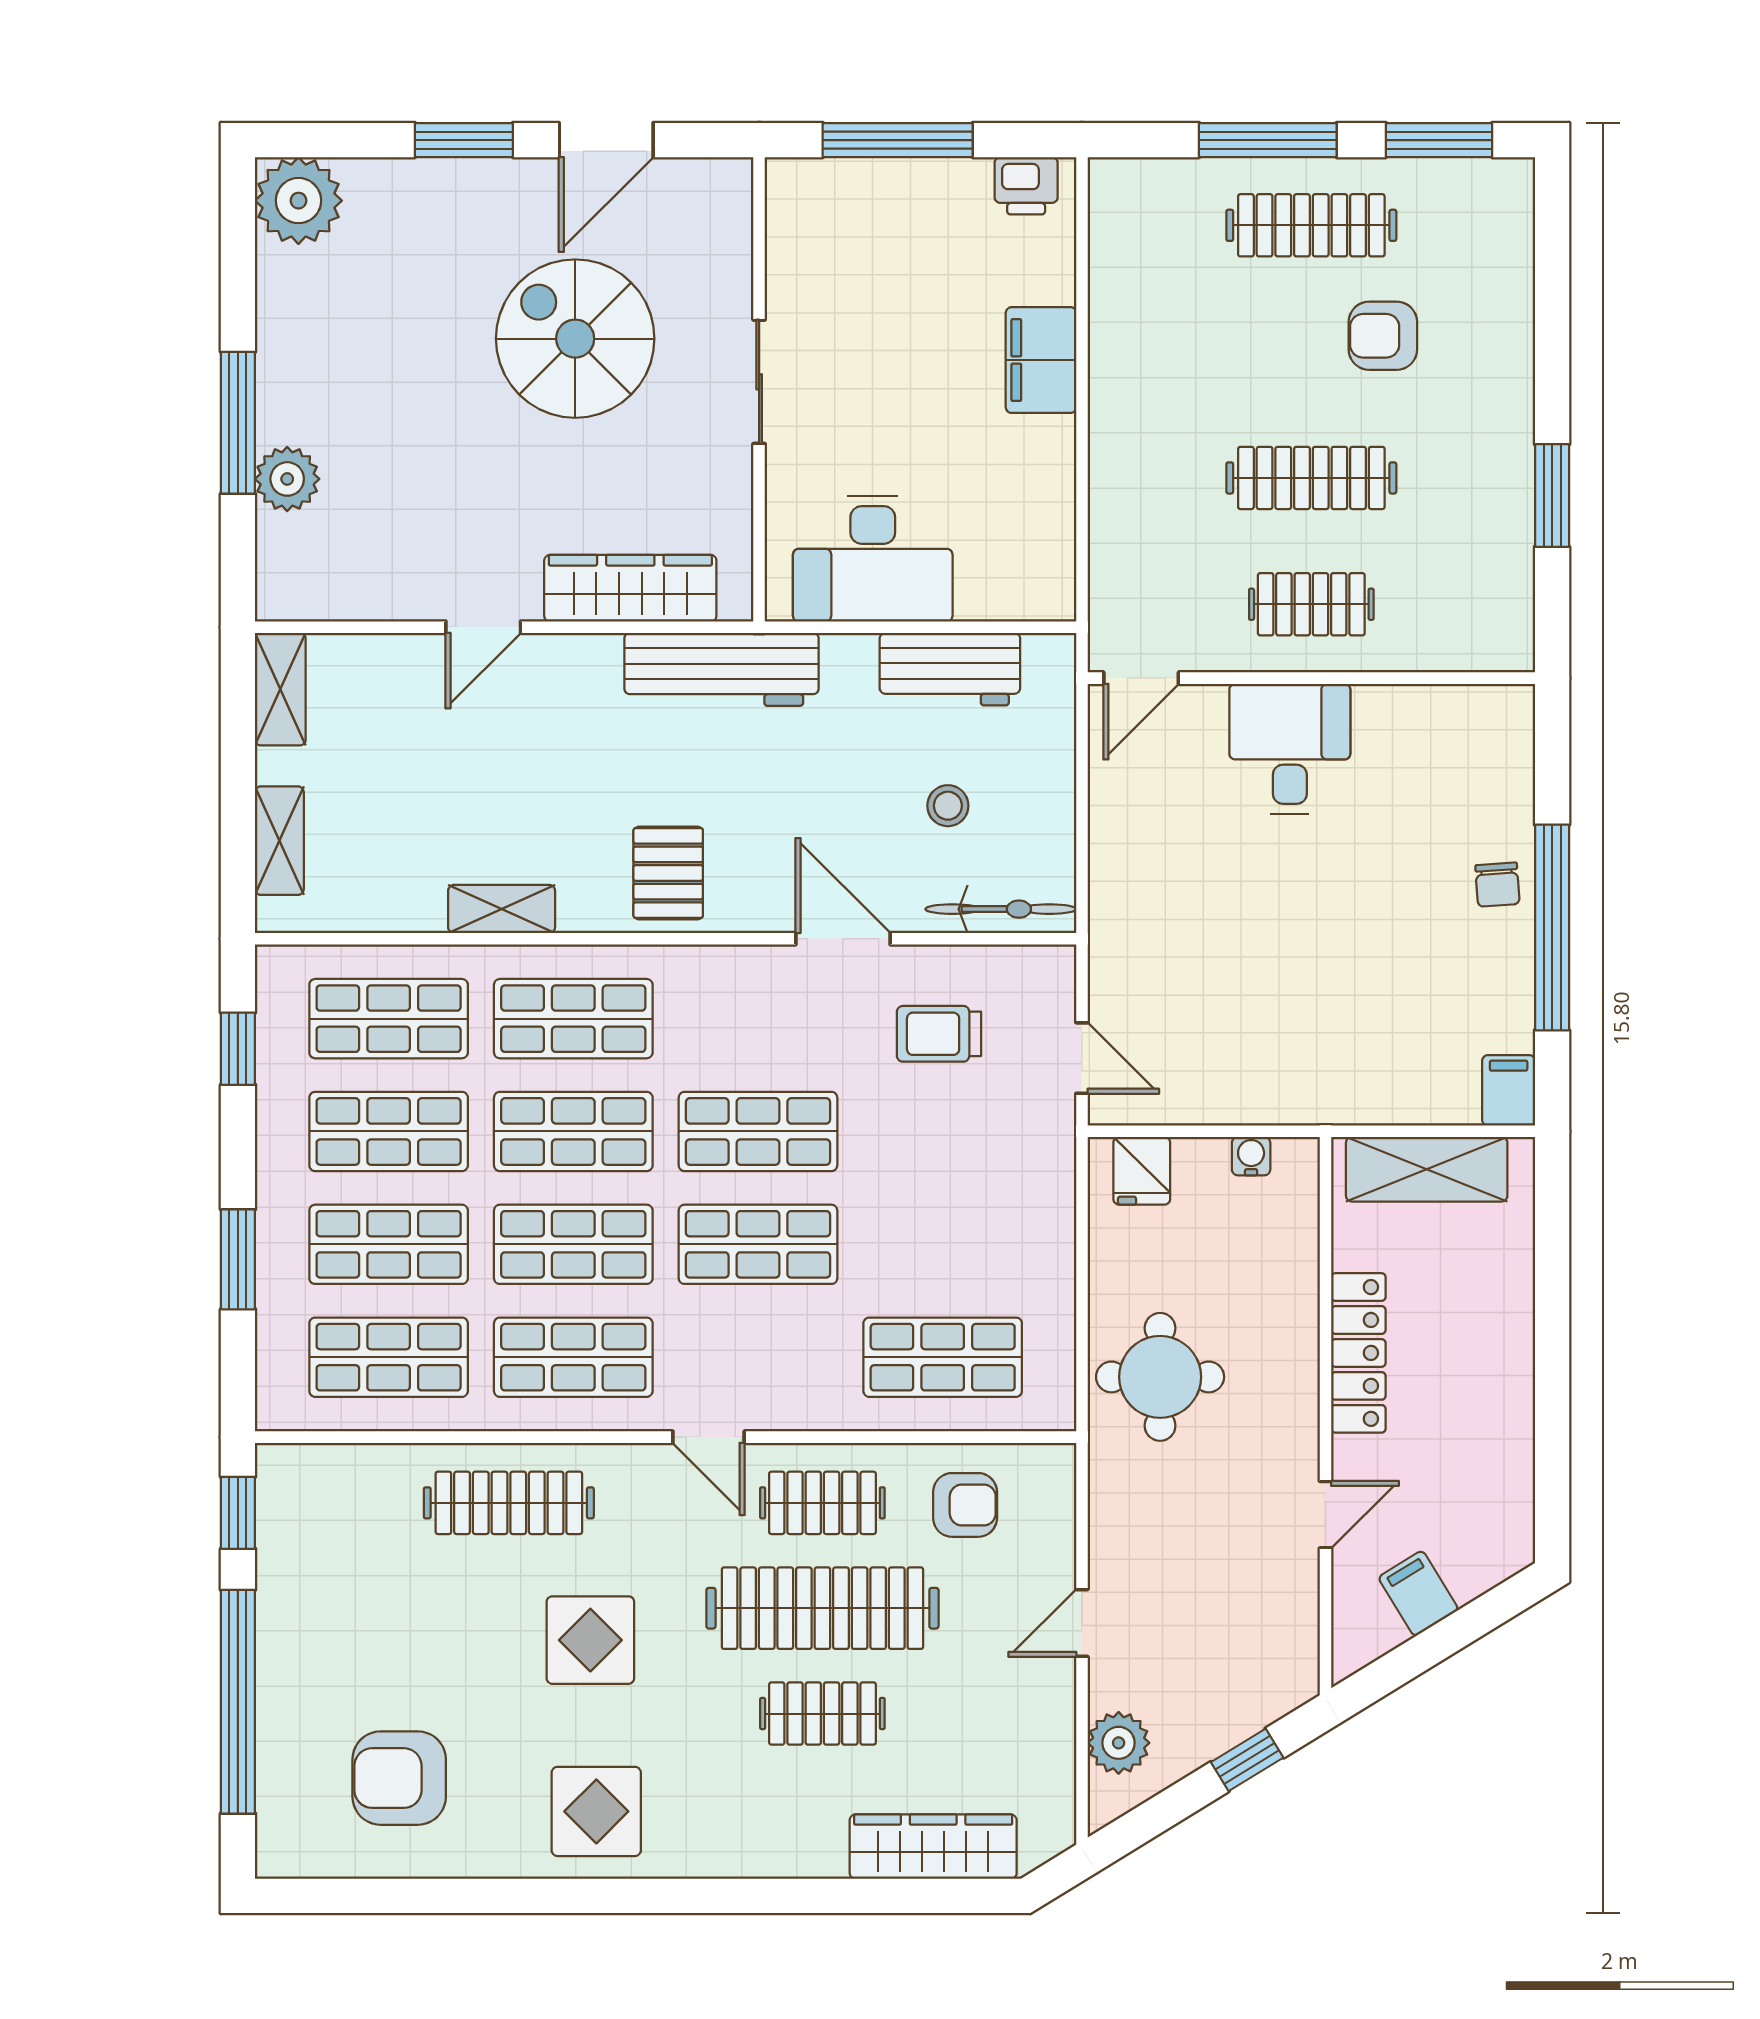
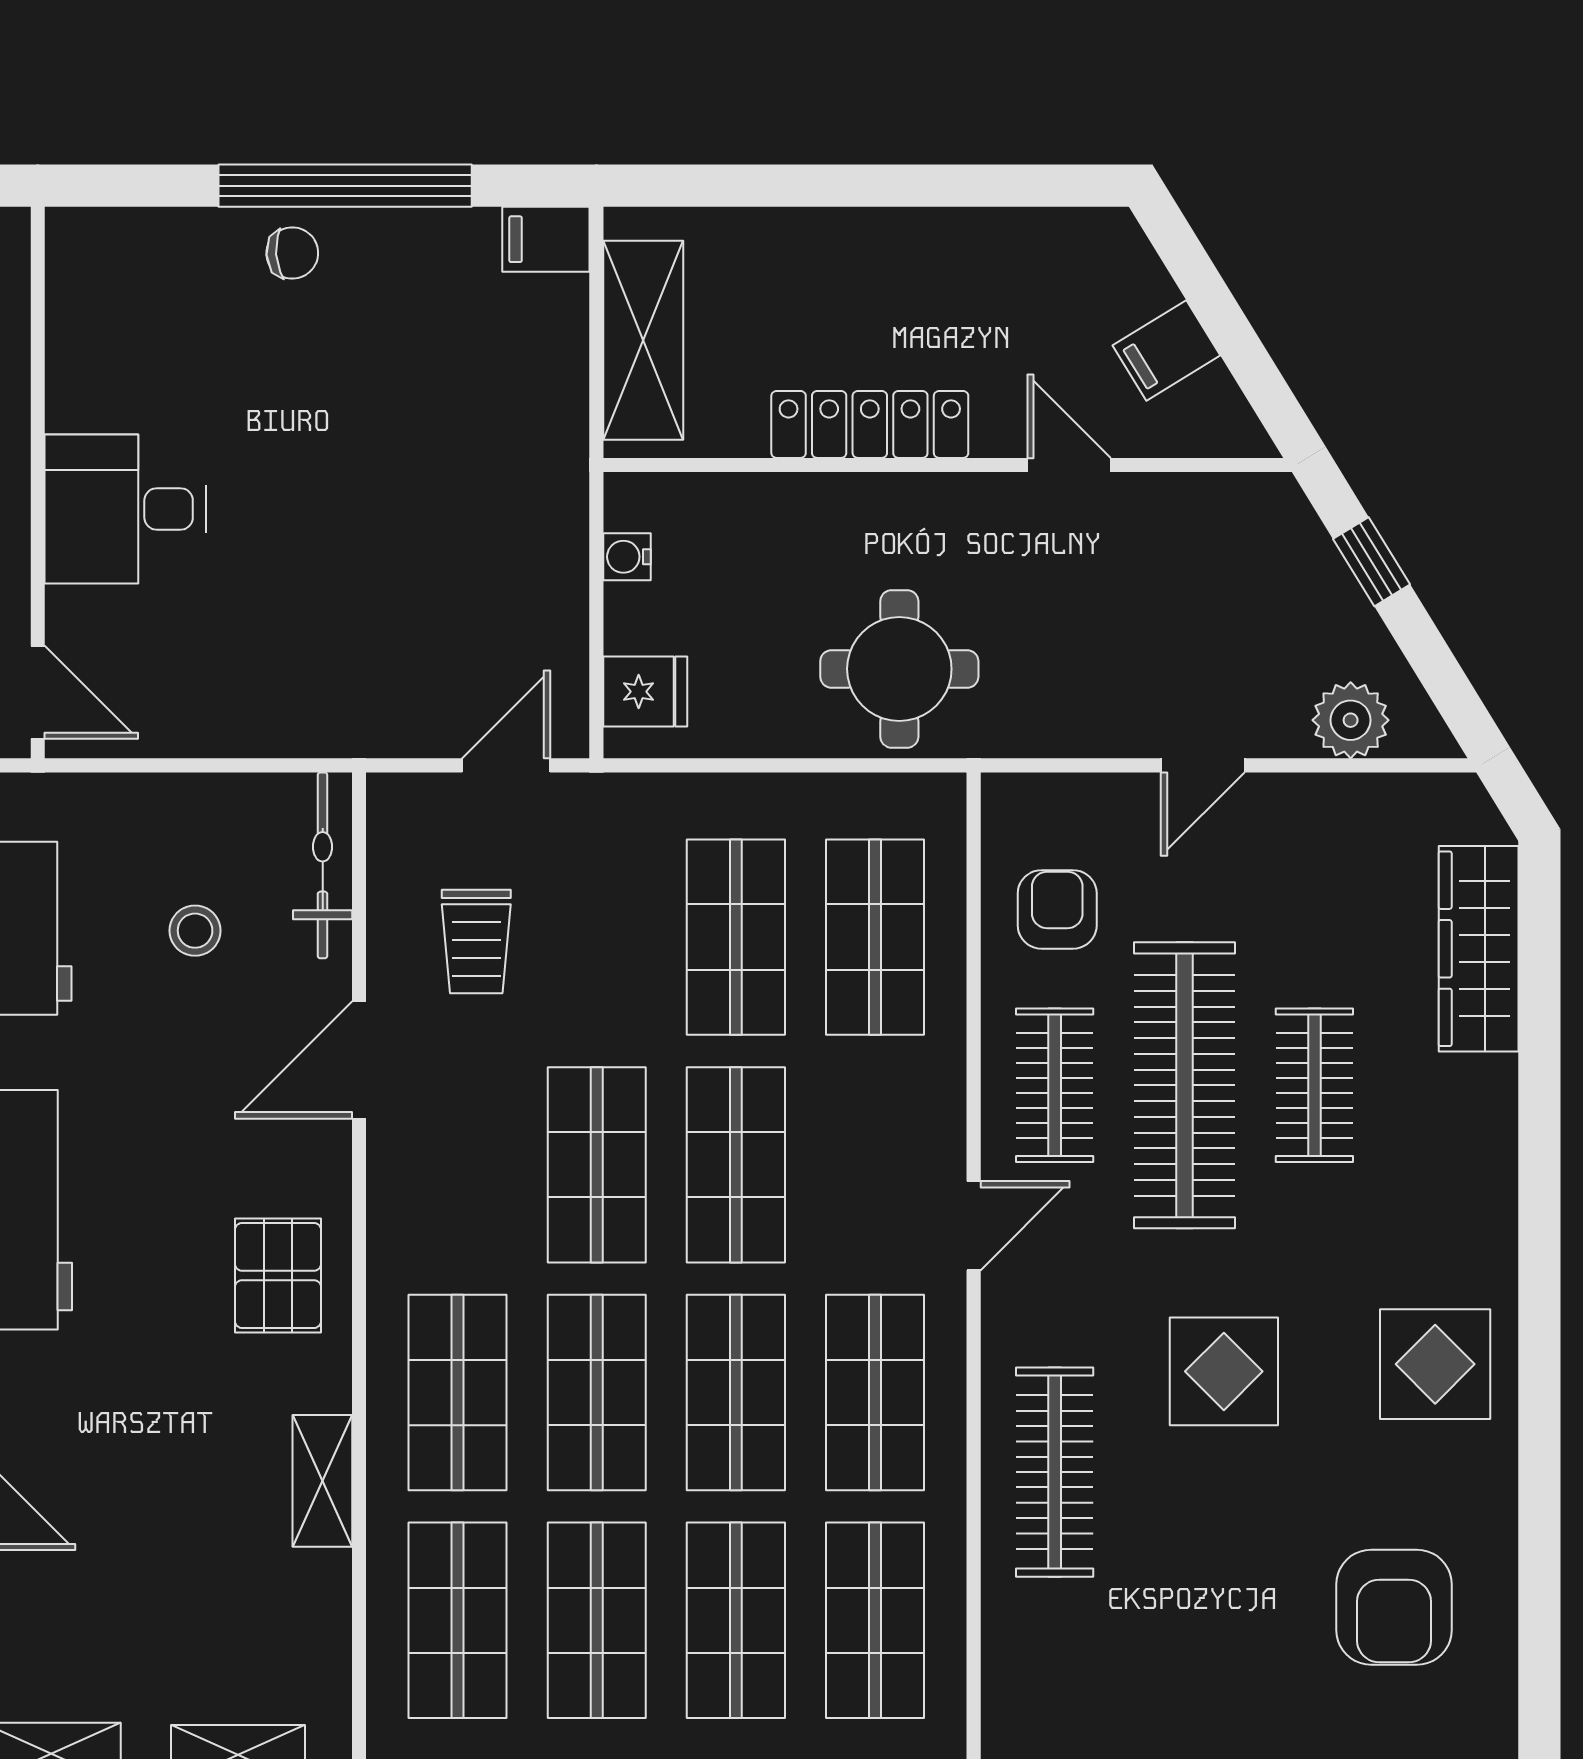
pallet: (668, 873) -> (278, 1275), turned 90
shop shelf: (943, 1244) -> (736, 937), added
door: (1082, 1623) -> (1203, 765), hinge flipped

